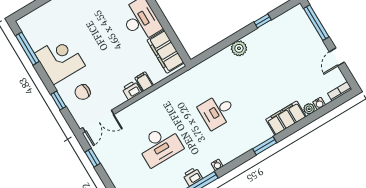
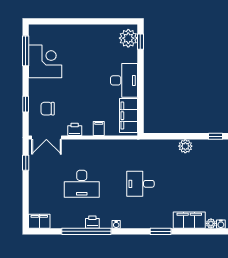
corner desk: (60, 59) -> (45, 61), moved
printer: (132, 90) -> (75, 129), moved

